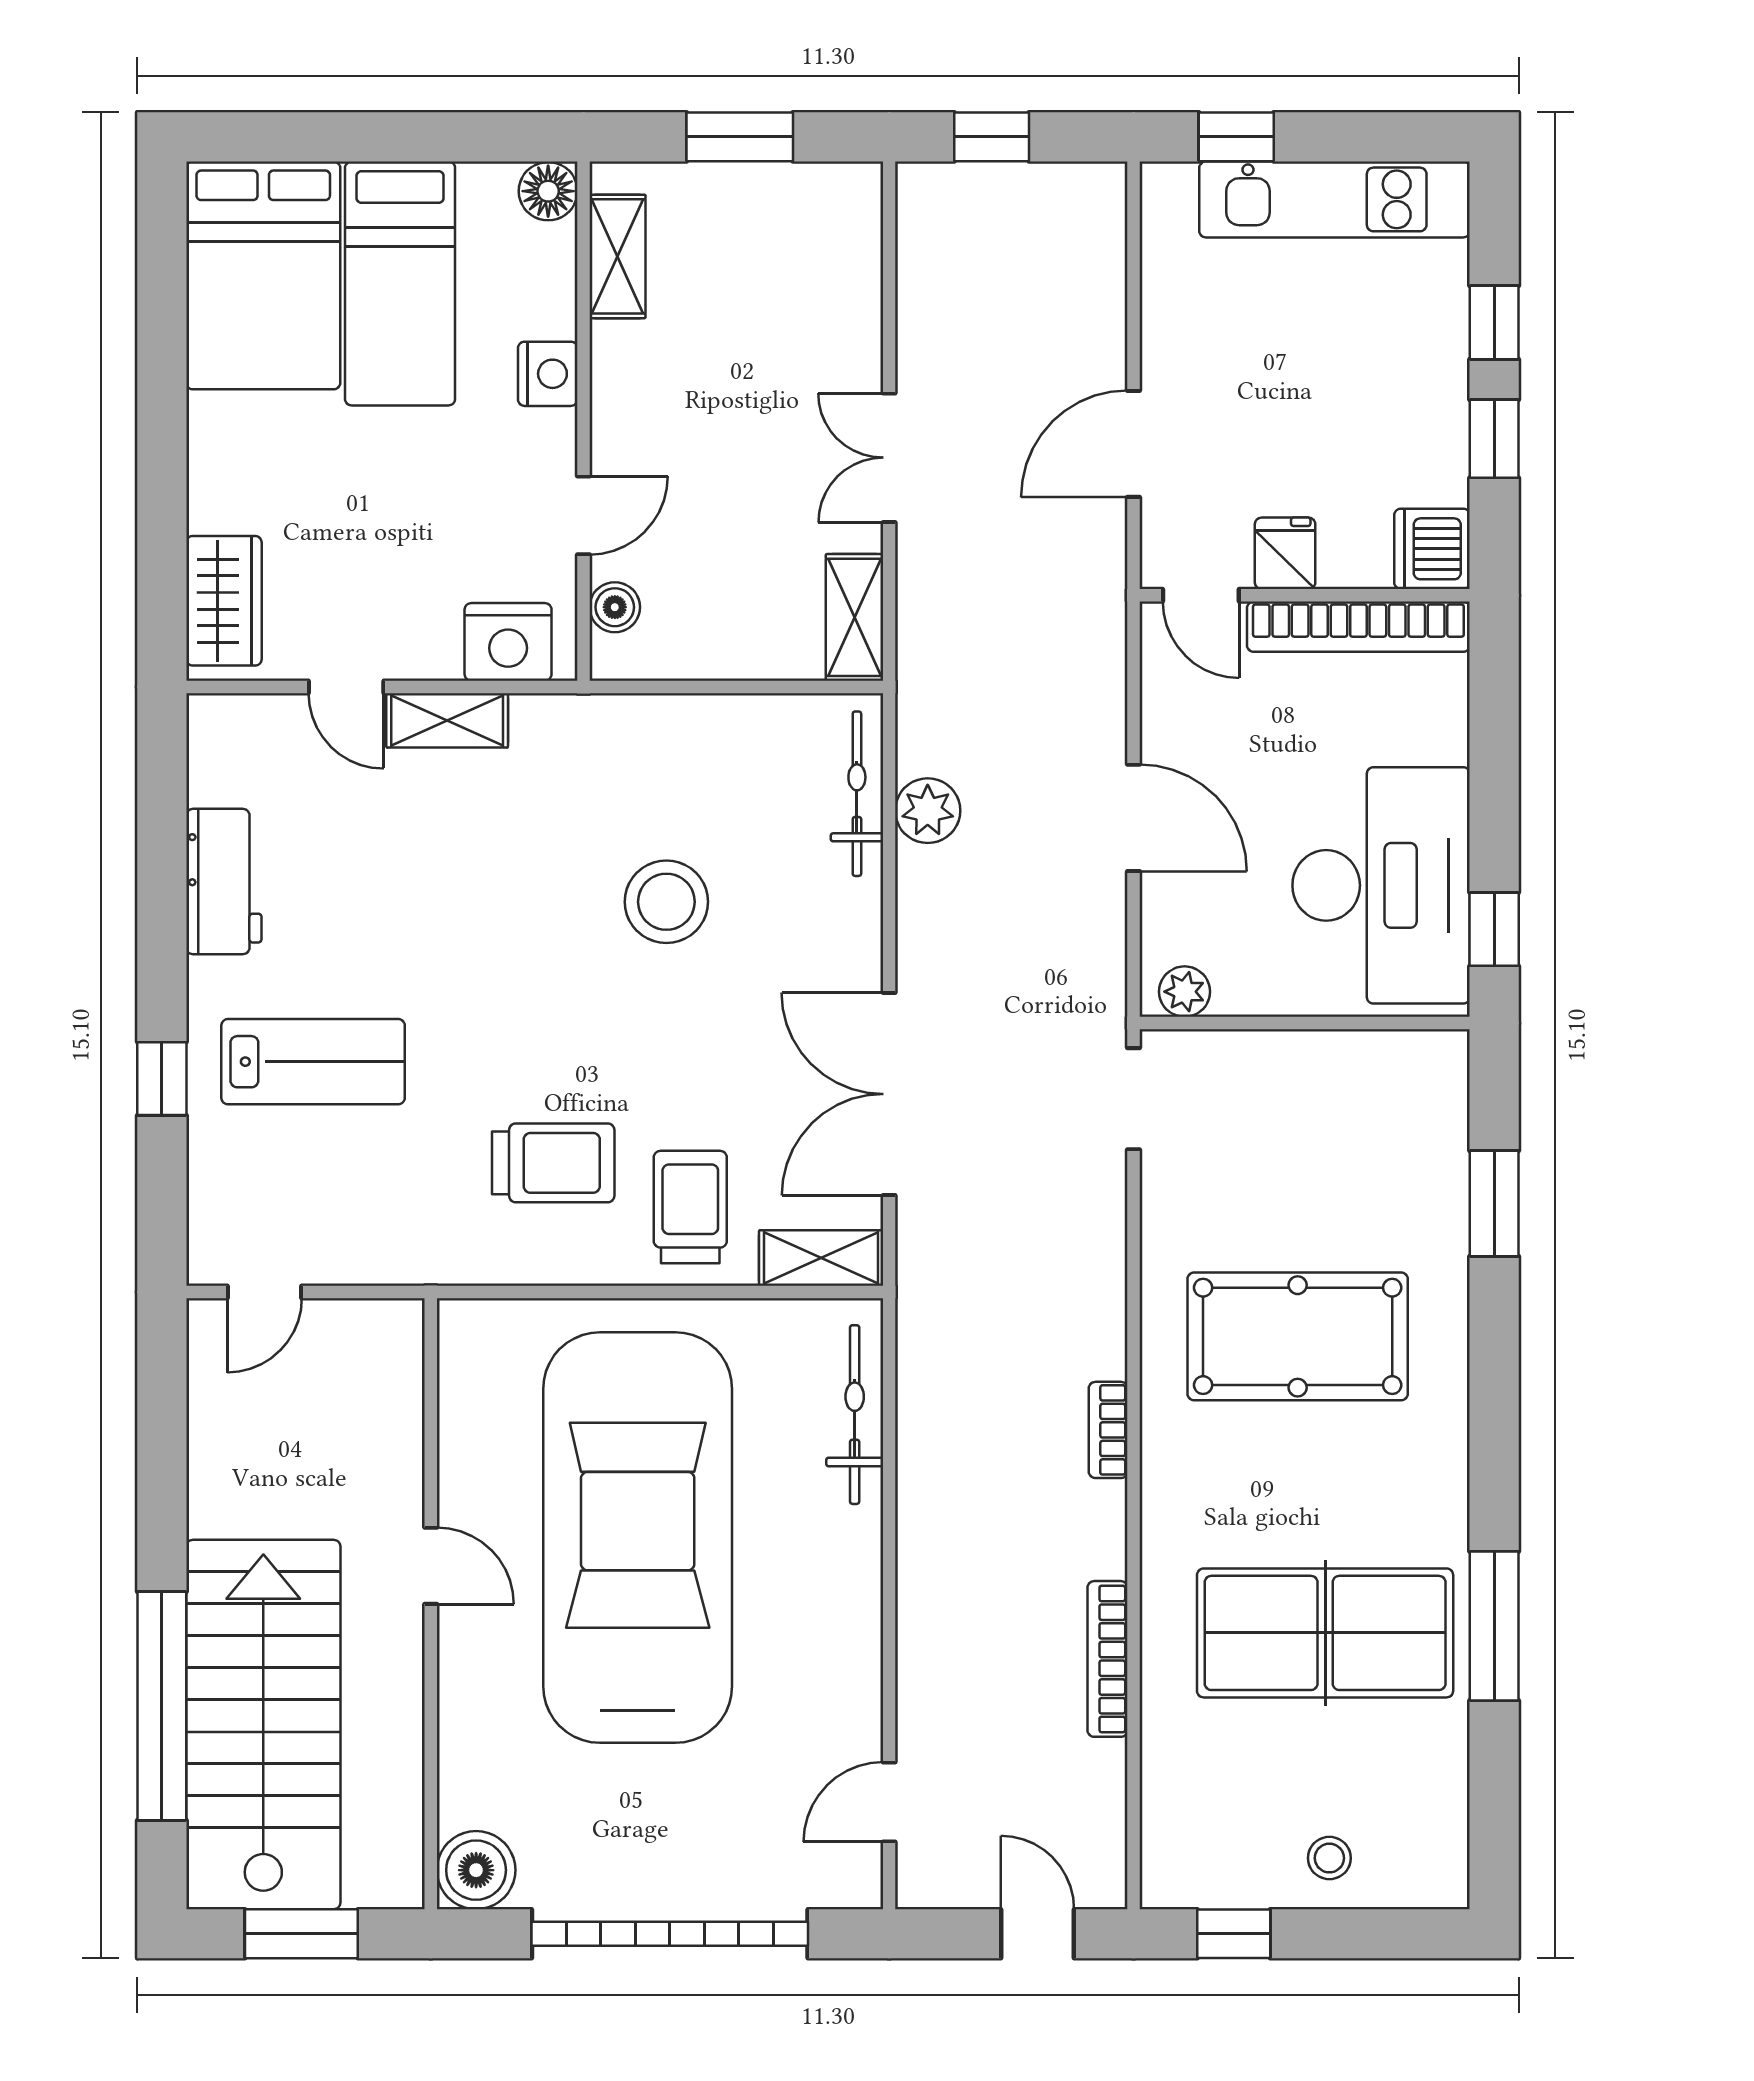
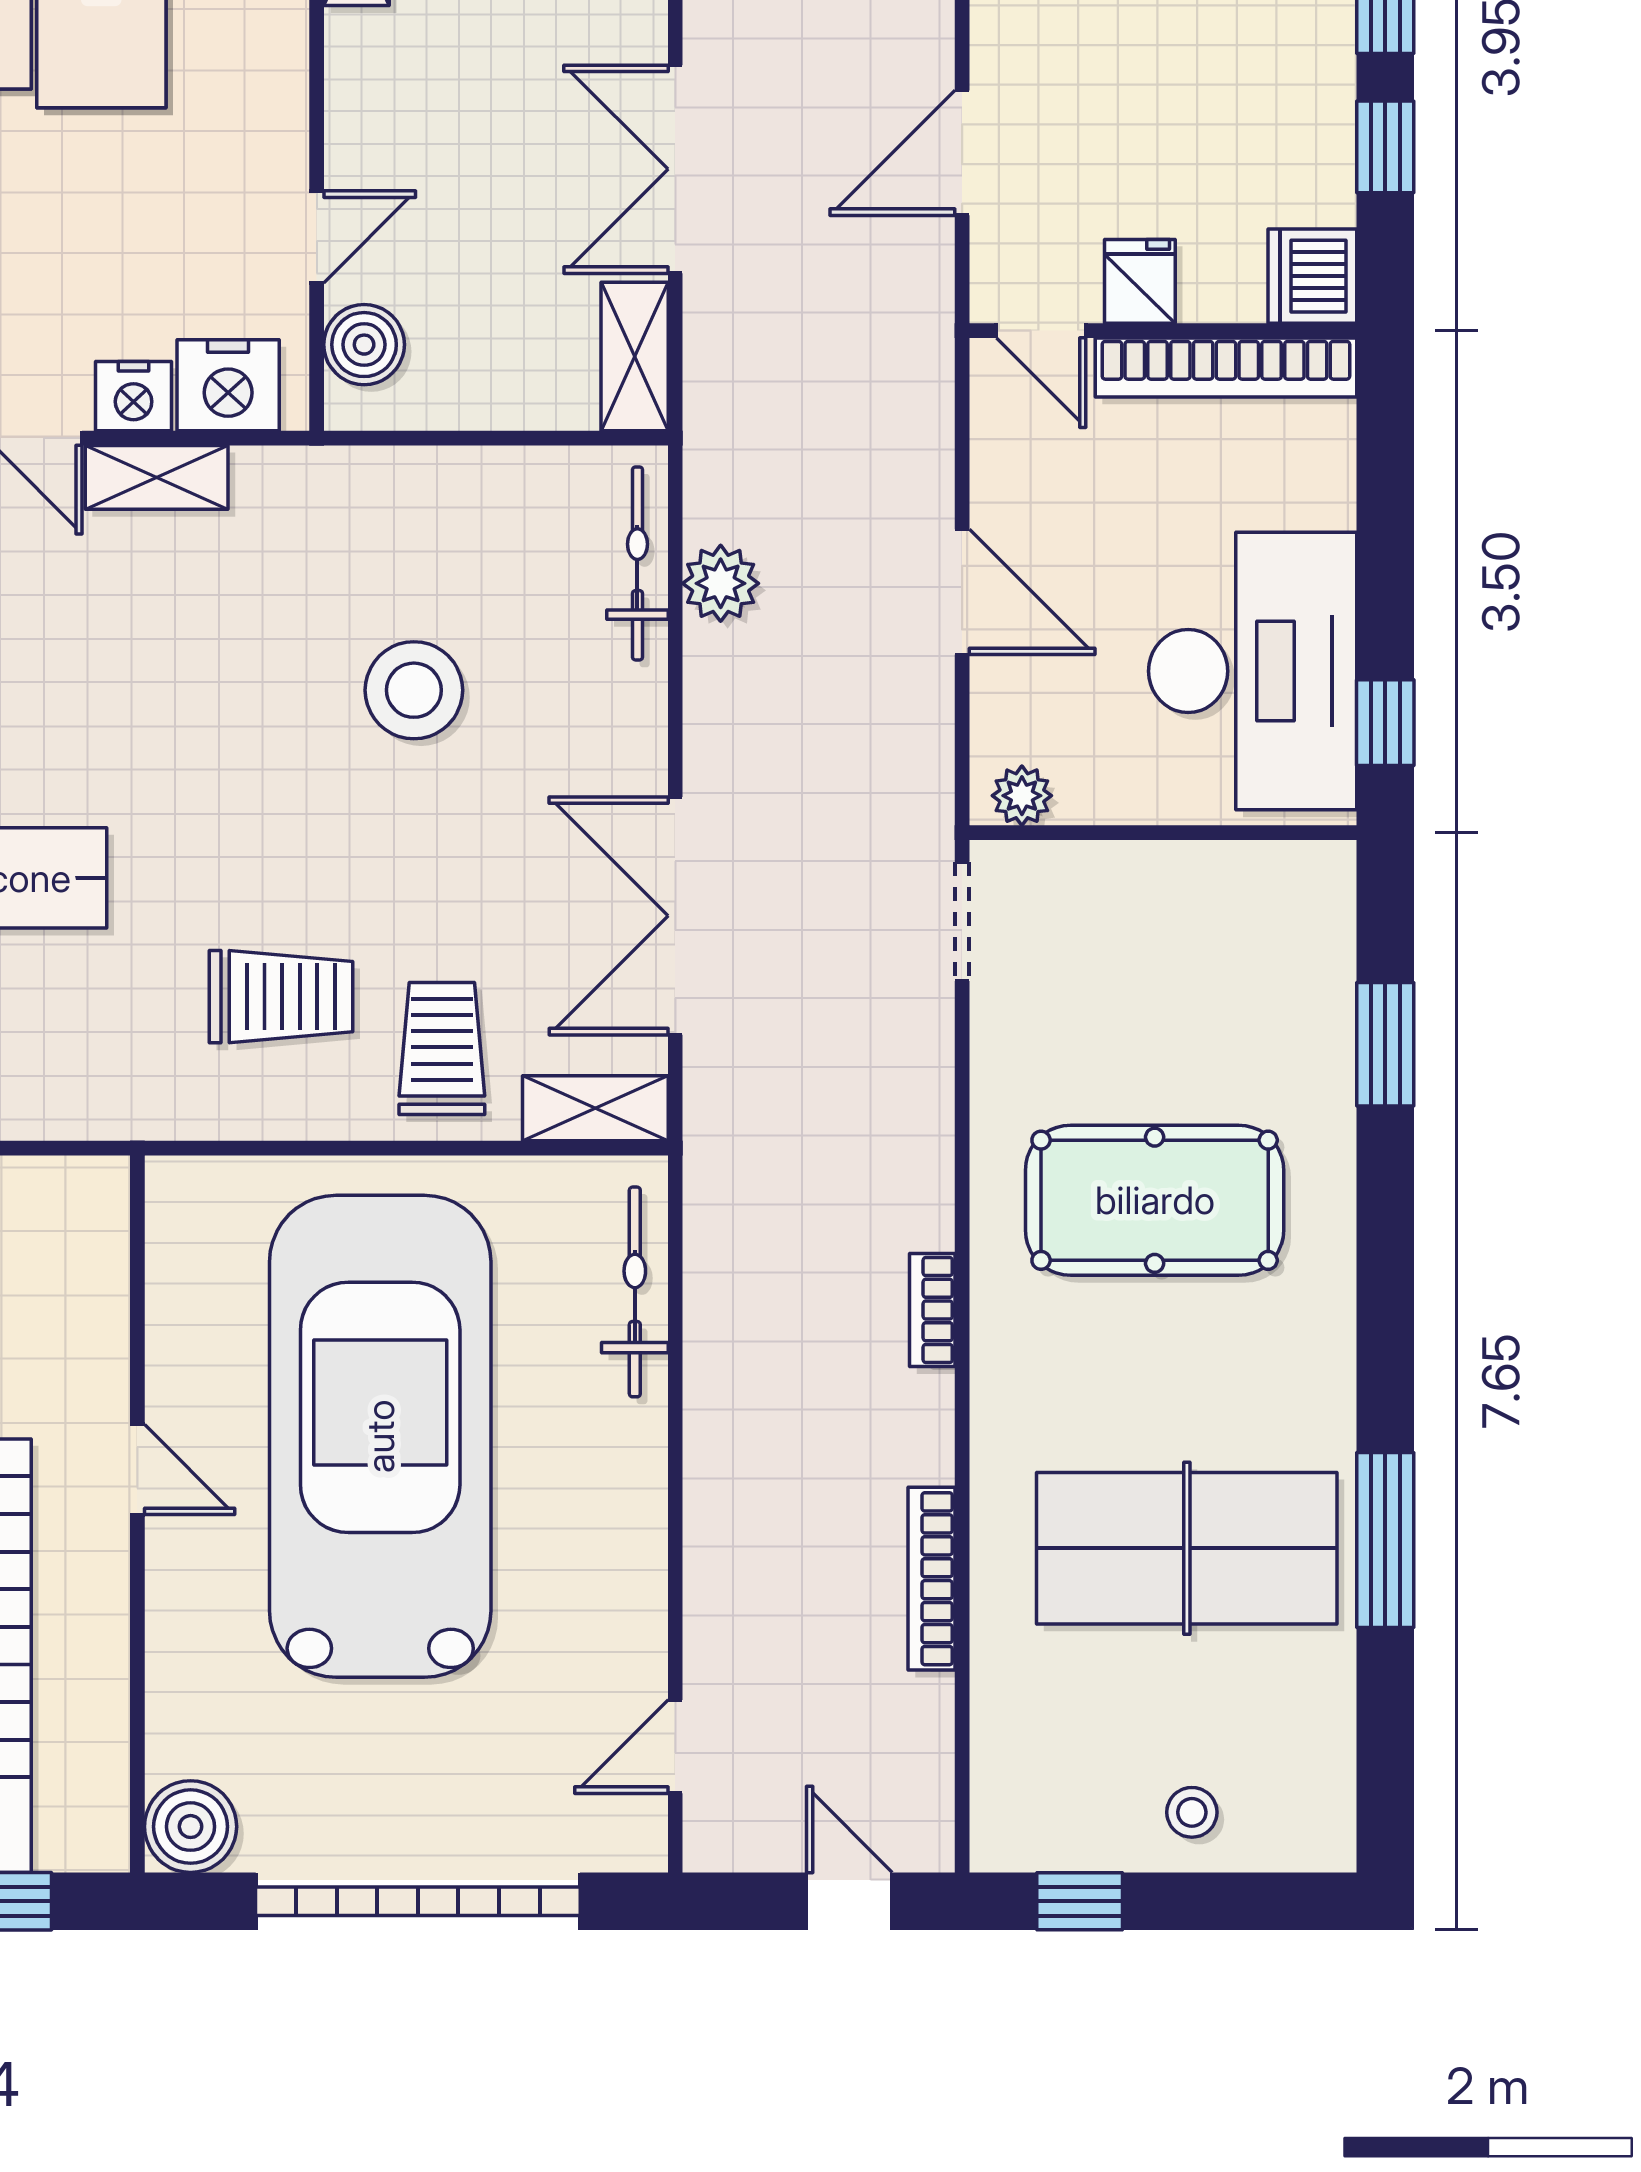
nightstand: (548, 374) -> (134, 396), moved, turned 90
double door: (889, 458) -> (675, 169), width x1.37
boiler: (615, 607) -> (364, 345), width x1.36, depth x1.36

